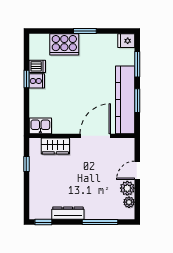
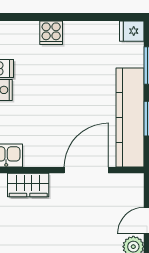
window: (85, 31) -> (71, 17), removed
cooker: (64, 44) -> (51, 33), width x0.53, depth x0.76

